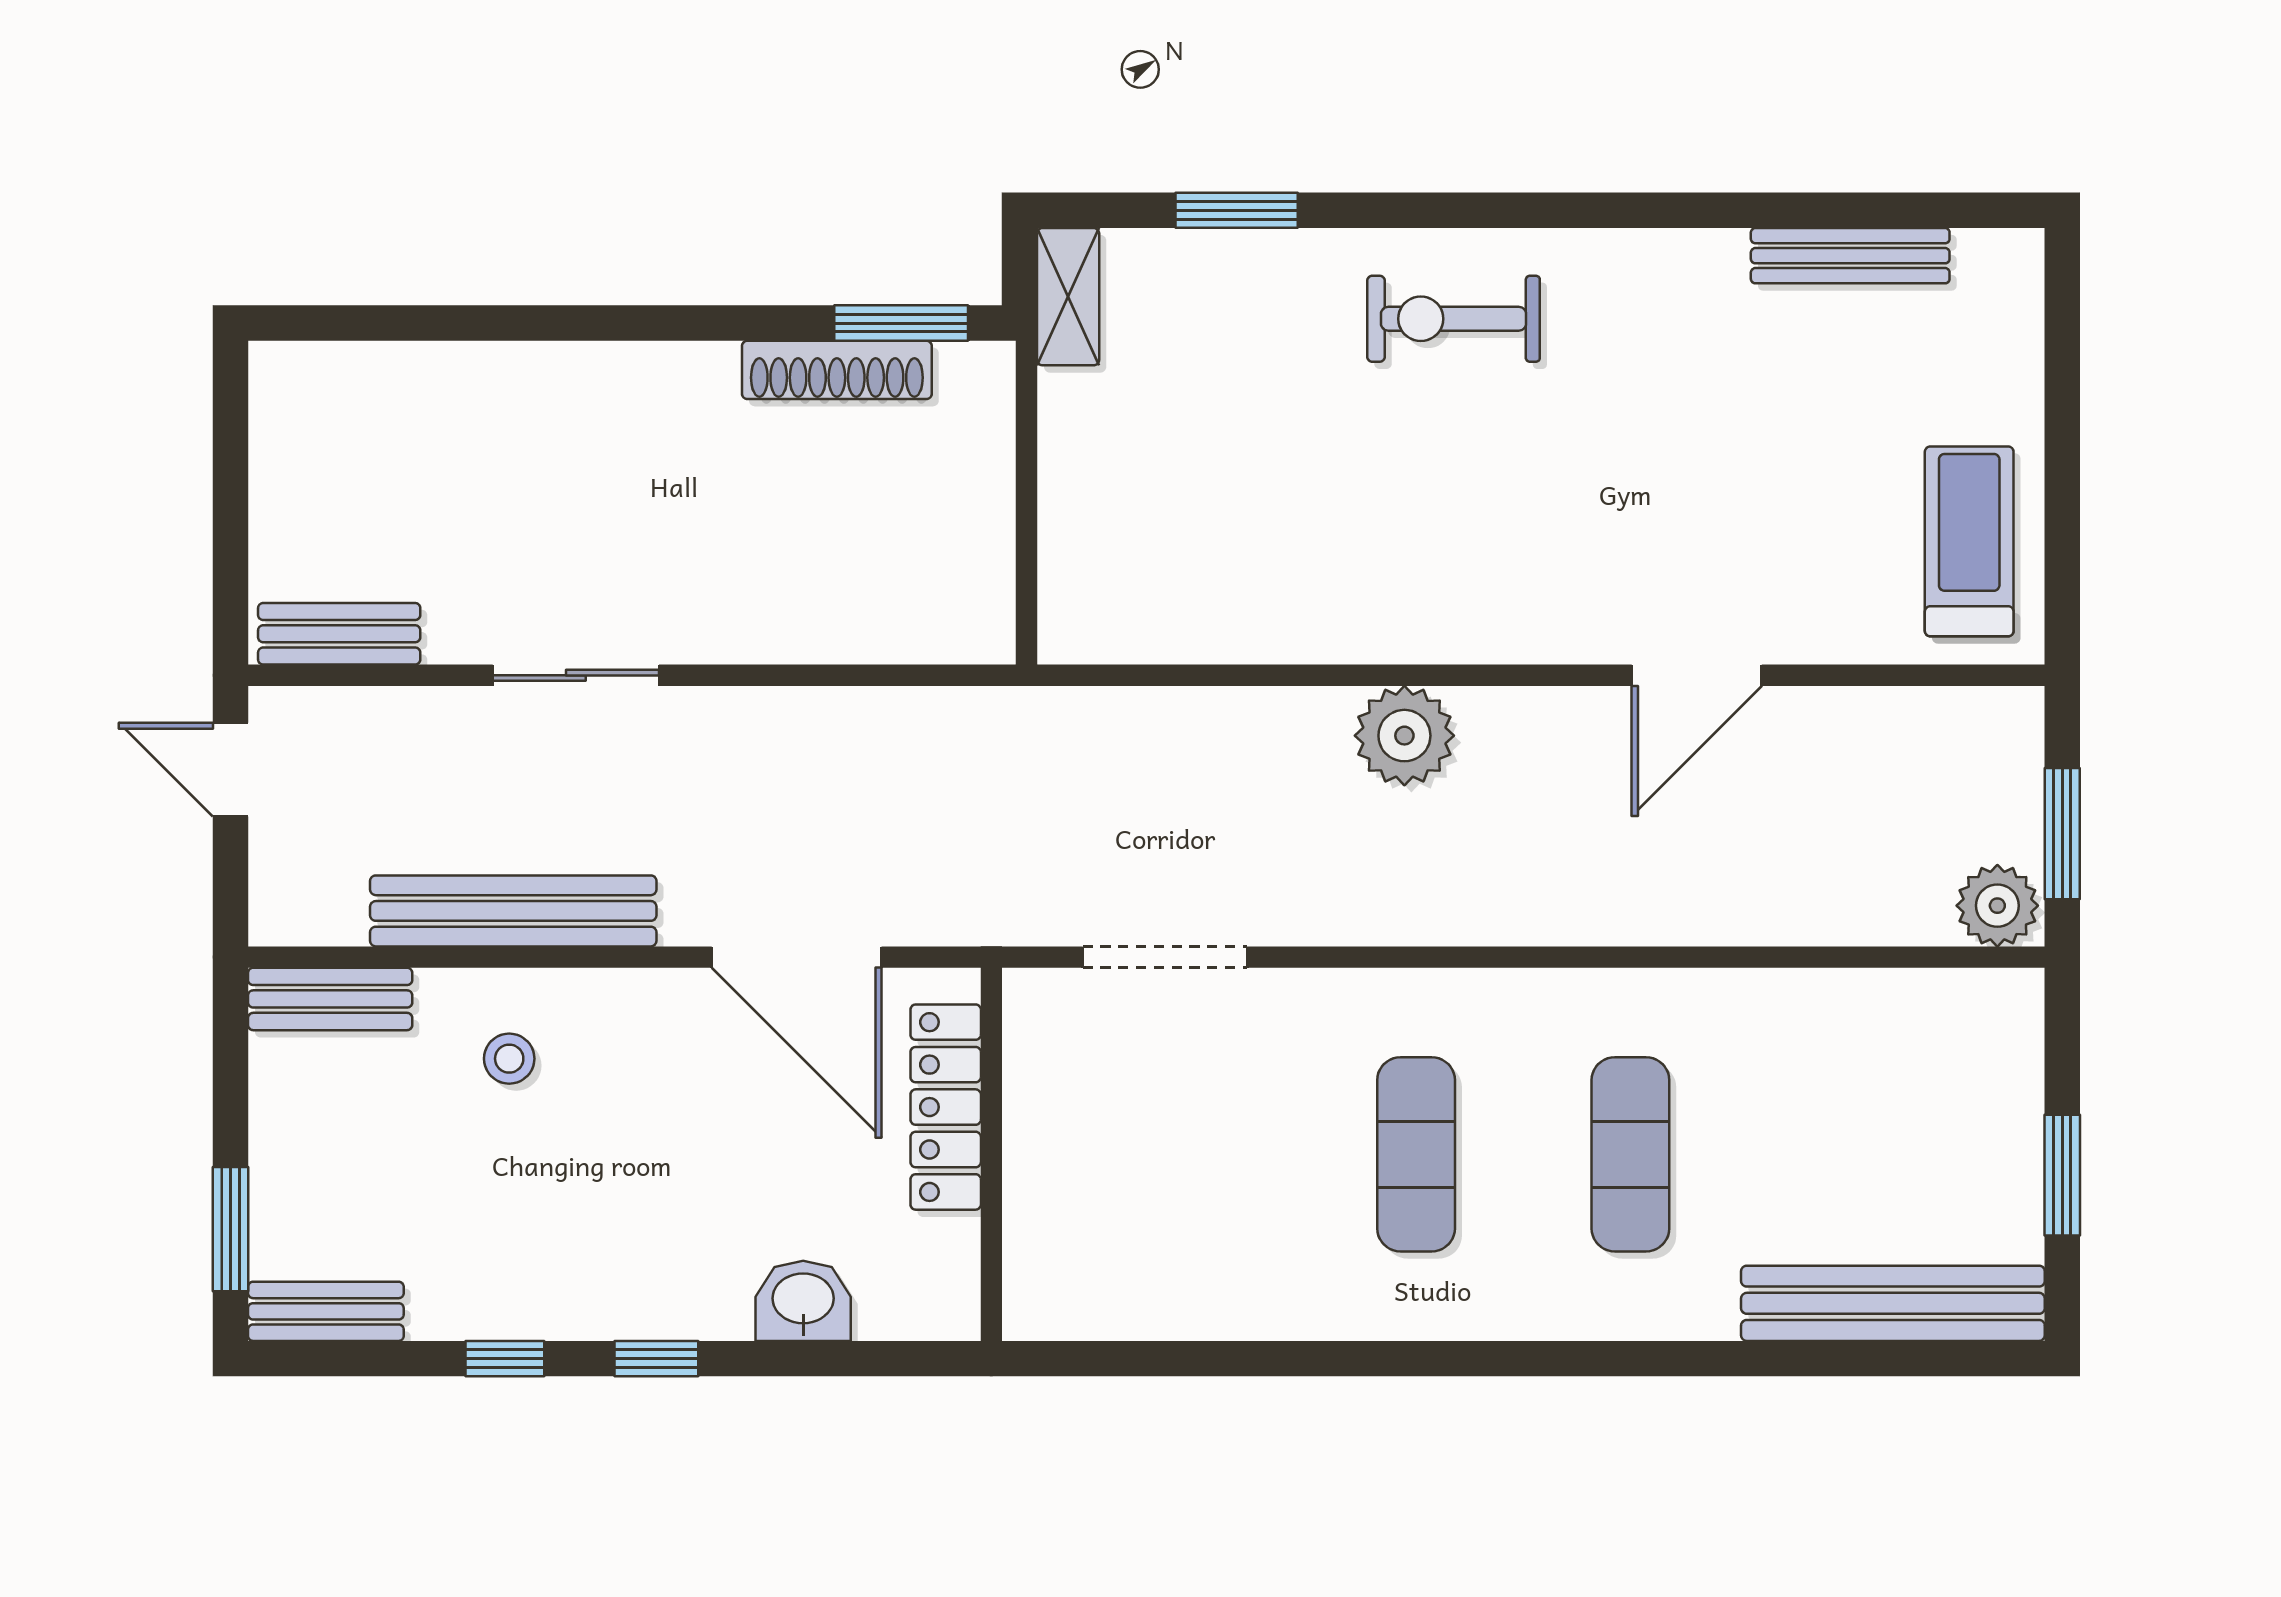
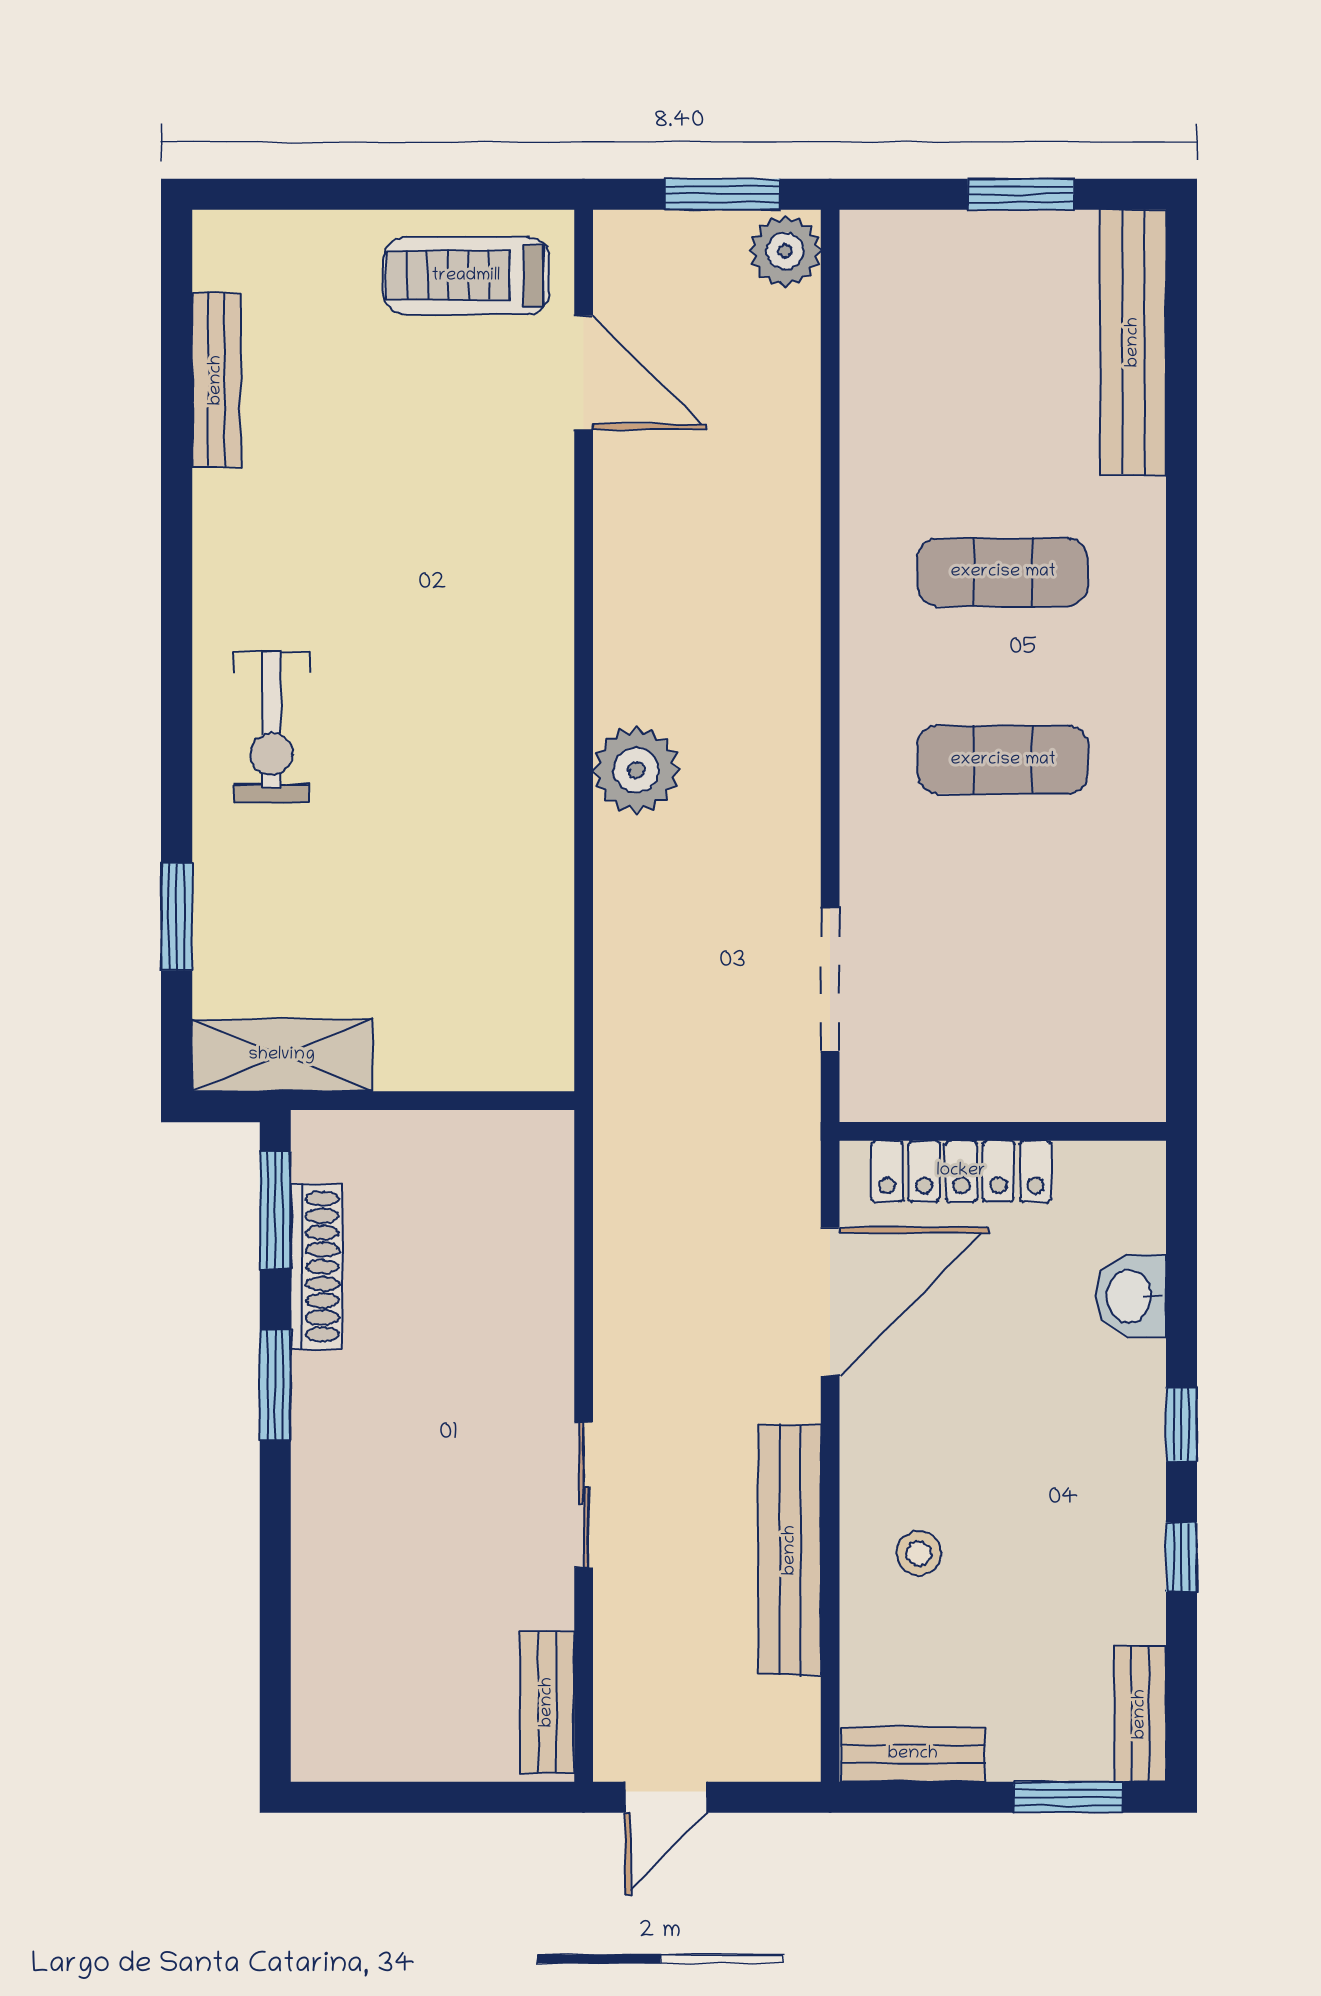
shelving: (1068, 297) -> (282, 1055), width x1.50, depth x1.33
window: (702, 323) -> (275, 1385), added
door: (1697, 675) -> (584, 373), moved
bench: (330, 999) -> (913, 1754), moved, turned 90

